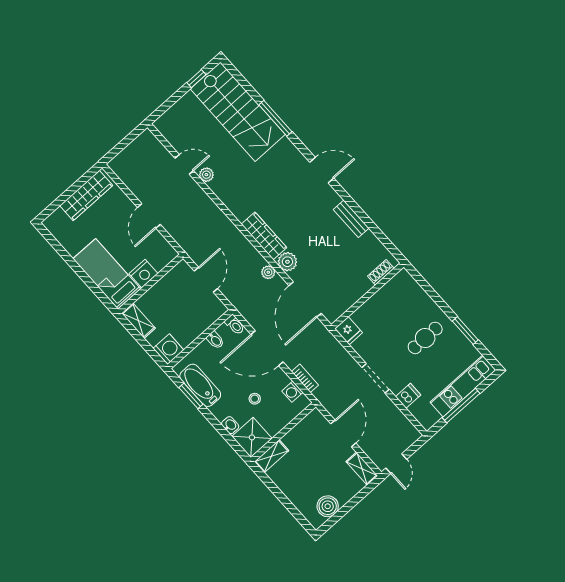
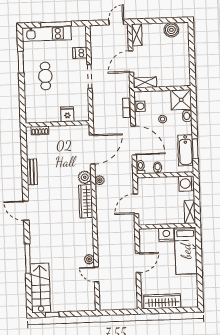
stairs: (238, 112) -> (40, 288), width x0.73, depth x0.66
fridge: (349, 331) -> (67, 114), moved
cafe table: (425, 338) -> (45, 76), turned 90
shelving: (272, 456) -> (145, 82), moved

